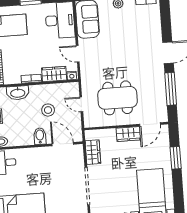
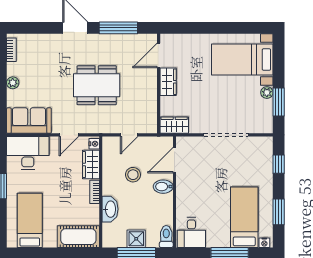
dining table: (118, 98) -> (97, 85), moved, turned 90
door: (150, 124) -> (159, 55), swing flipped
wardrobe: (93, 152) -> (174, 125), moved
window: (176, 158) -> (200, 28), removed

